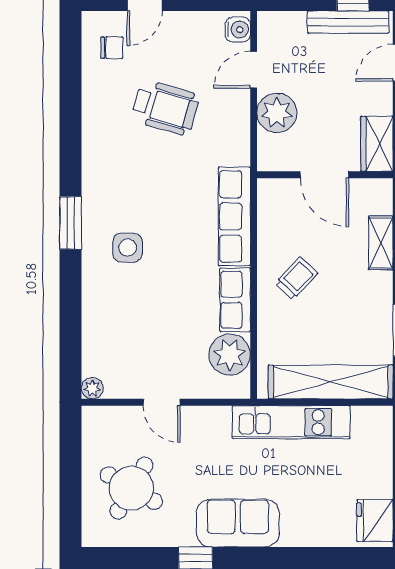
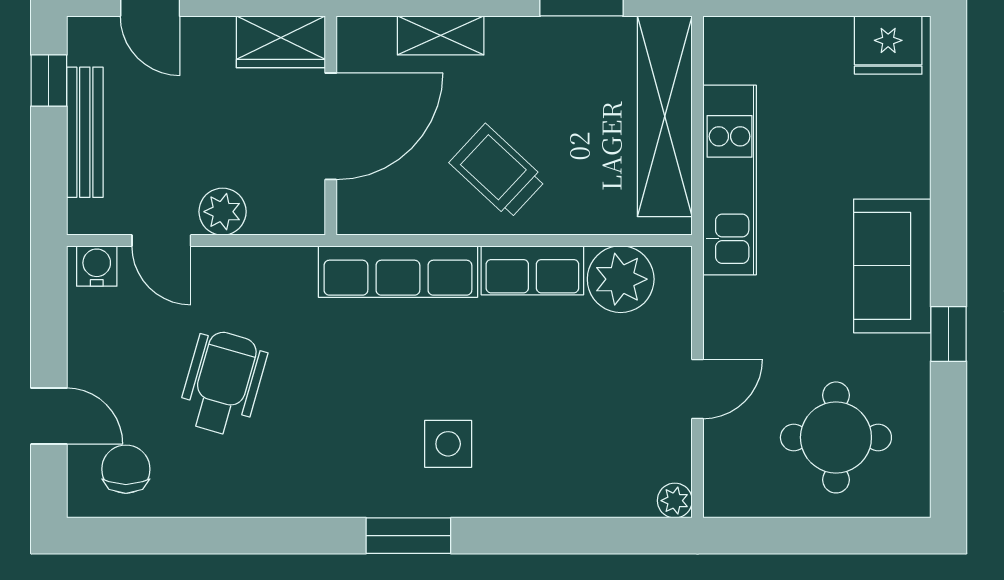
bench: (348, 22) -> (85, 132), moved
chair: (112, 48) -> (126, 469), width x1.37, depth x1.37
plant: (277, 113) -> (223, 212), width x0.73, depth x0.73
door: (324, 175) -> (331, 126), width x1.36
trolley: (297, 278) -> (498, 171), width x1.36, depth x1.39
round table: (131, 488) -> (836, 437), turned -30

